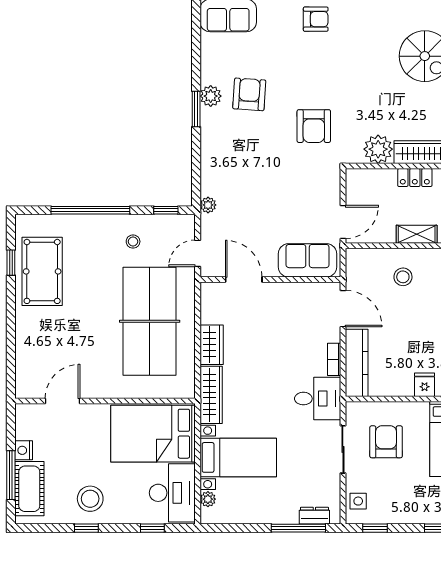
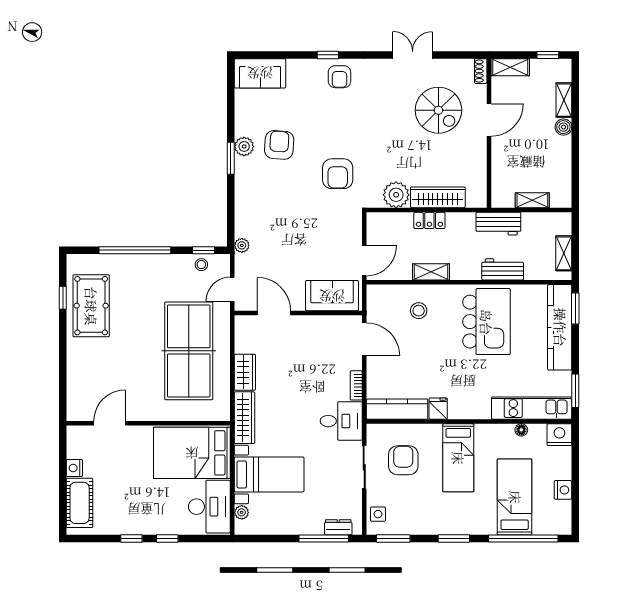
armchair: (316, 19) -> (339, 77), turned 90
stool: (133, 242) -> (201, 265), moved
kitchen counter: (357, 363) -> (397, 409), moved, turned -90
window: (11, 475) -> (63, 491), removed
stool: (90, 499) -> (135, 512), removed
window: (152, 528) -> (167, 539), moved
window: (375, 528) -> (393, 539), width x1.50

